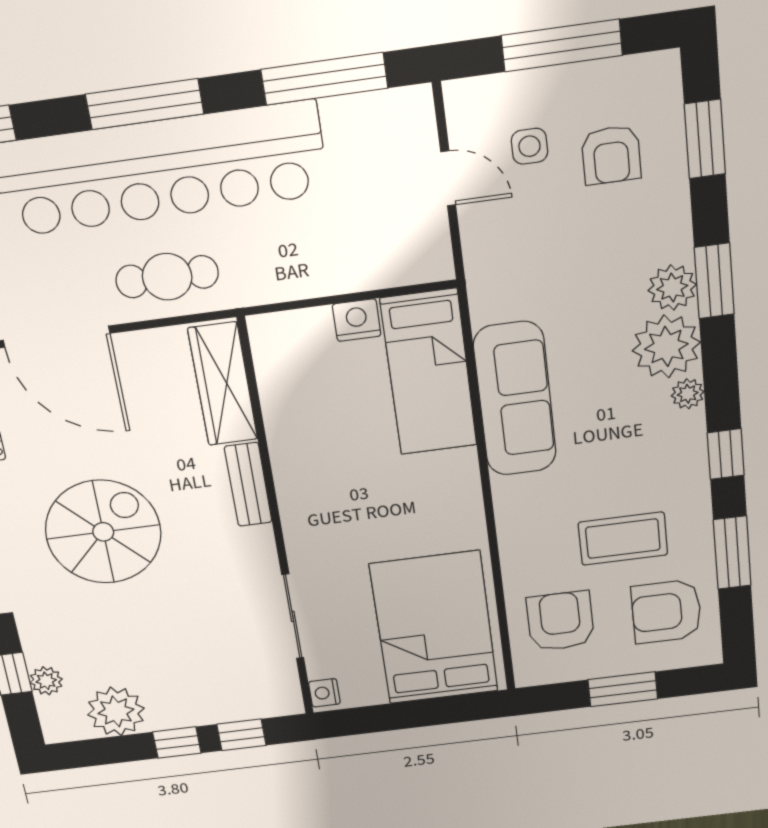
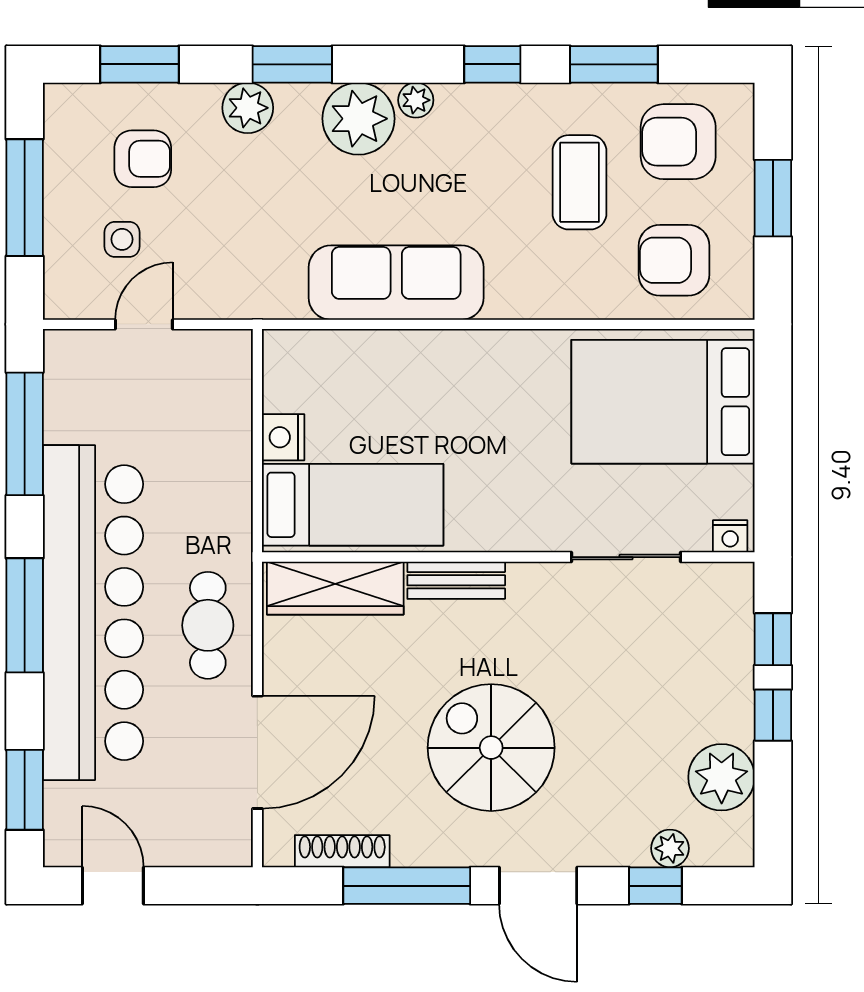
plant: (672, 288) -> (248, 108), moved
bed: (429, 372) -> (353, 505), moved
armchair: (666, 612) -> (678, 142), turned 90

